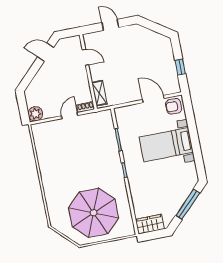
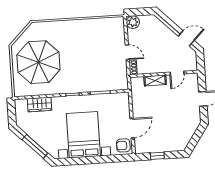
door: (46, 52) -> (186, 38), hinge flipped
shelving: (99, 93) -> (155, 80), moved
armchair: (174, 106) -> (123, 145), turned -90
bed with nightstands: (166, 145) -> (83, 135), width x1.36
wardrobe: (150, 224) -> (40, 104), moved, turned 90

